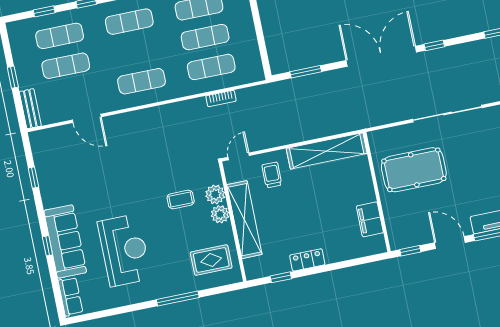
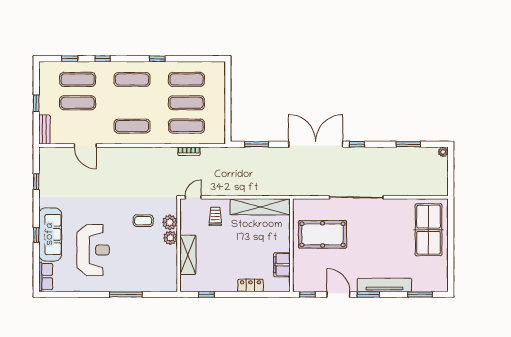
shelving: (244, 220) -> (188, 255), width x0.68
rug: (211, 260) -> (157, 271), removed
locker: (307, 260) -> (251, 285), moved

